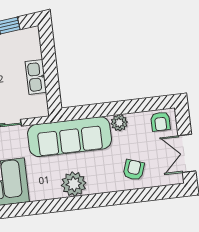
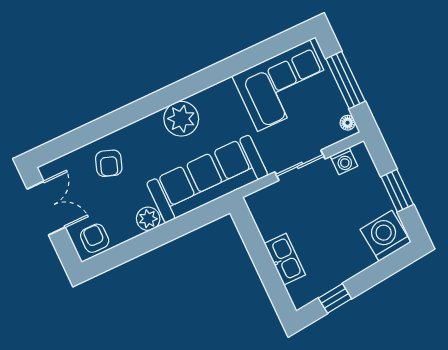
kitchen sink: (36, 77) -> (285, 259), moved

